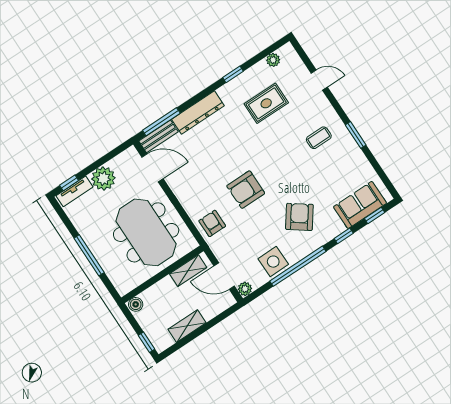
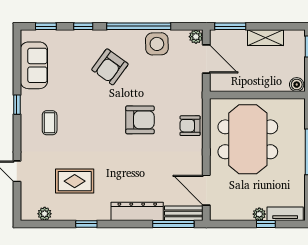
window: (356, 135) -> (17, 105), width x0.67
coffee table: (319, 138) -> (50, 123), turned 90
plant: (103, 178) -> (259, 214), width x0.53, depth x0.53
window: (69, 183) -> (266, 224), moved
sofa: (360, 205) -> (34, 65), moved, turned -90
armchair: (212, 223) -> (190, 126), moved, turned 90
shelving: (188, 271) -> (234, 84), removed
window: (222, 316) -> (230, 26), added

